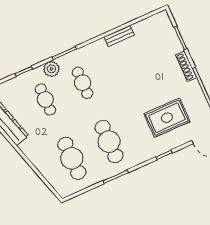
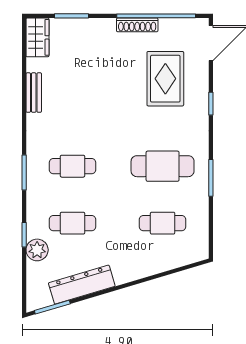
wardrobe: (156, 22) -> (37, 37), added
shoe rack: (186, 66) -> (137, 25), moved
plant: (51, 69) -> (37, 250), moved
cafe table: (72, 158) -> (163, 223), width x0.73, depth x0.74

